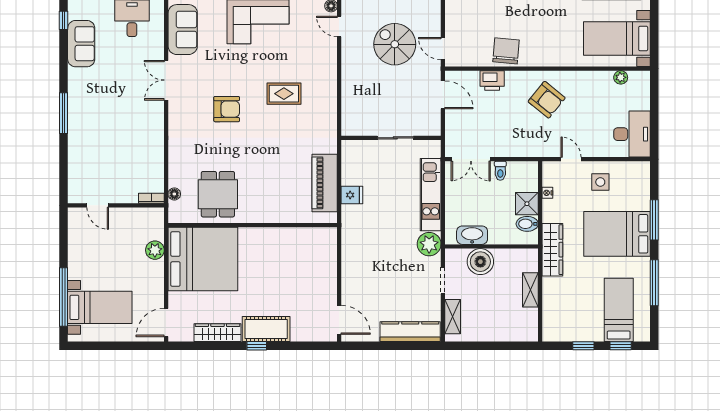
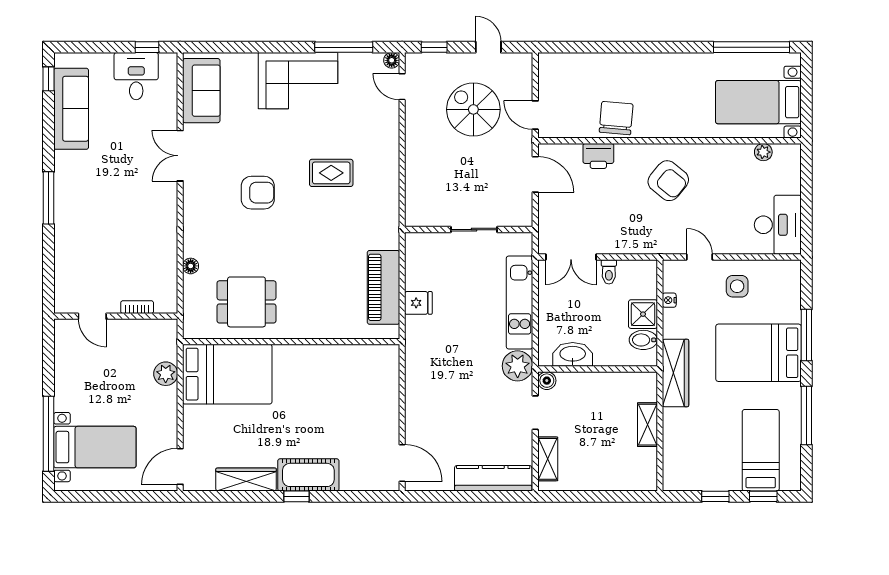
sofa: (81, 44) -> (71, 109), width x1.36
floor lamp: (174, 194) -> (191, 266), moved
dining table: (218, 194) -> (246, 302), turned 90
bookcase: (151, 198) -> (137, 307), moved
bed: (203, 259) -> (227, 374), width x0.73
boiler: (480, 262) -> (547, 381), moved, width x0.54, depth x0.54

